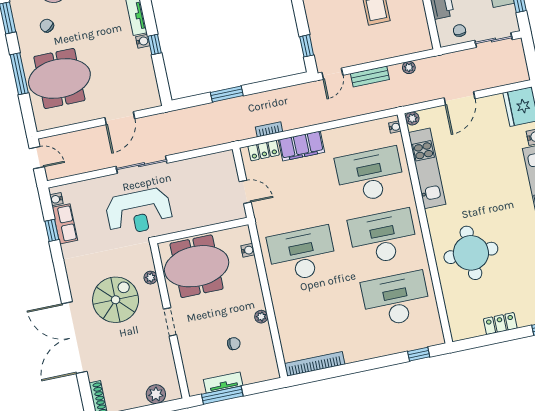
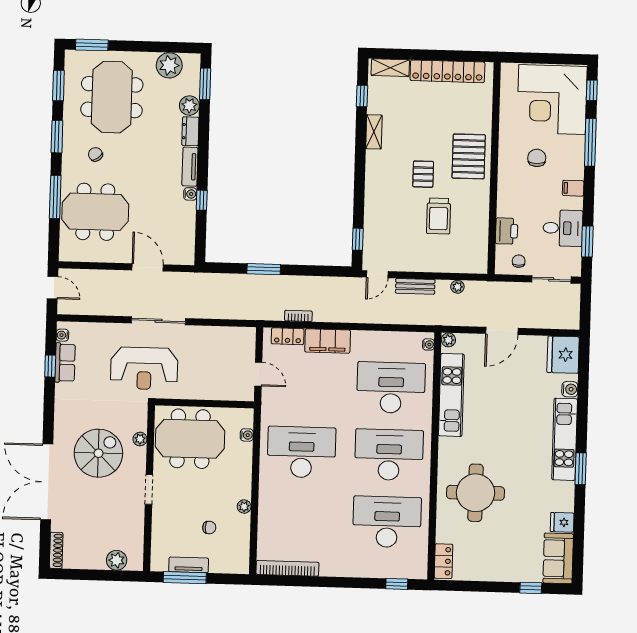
door: (120, 118) -> (148, 267), swing flipped
locker: (500, 323) -> (444, 561), moved, turned 90

